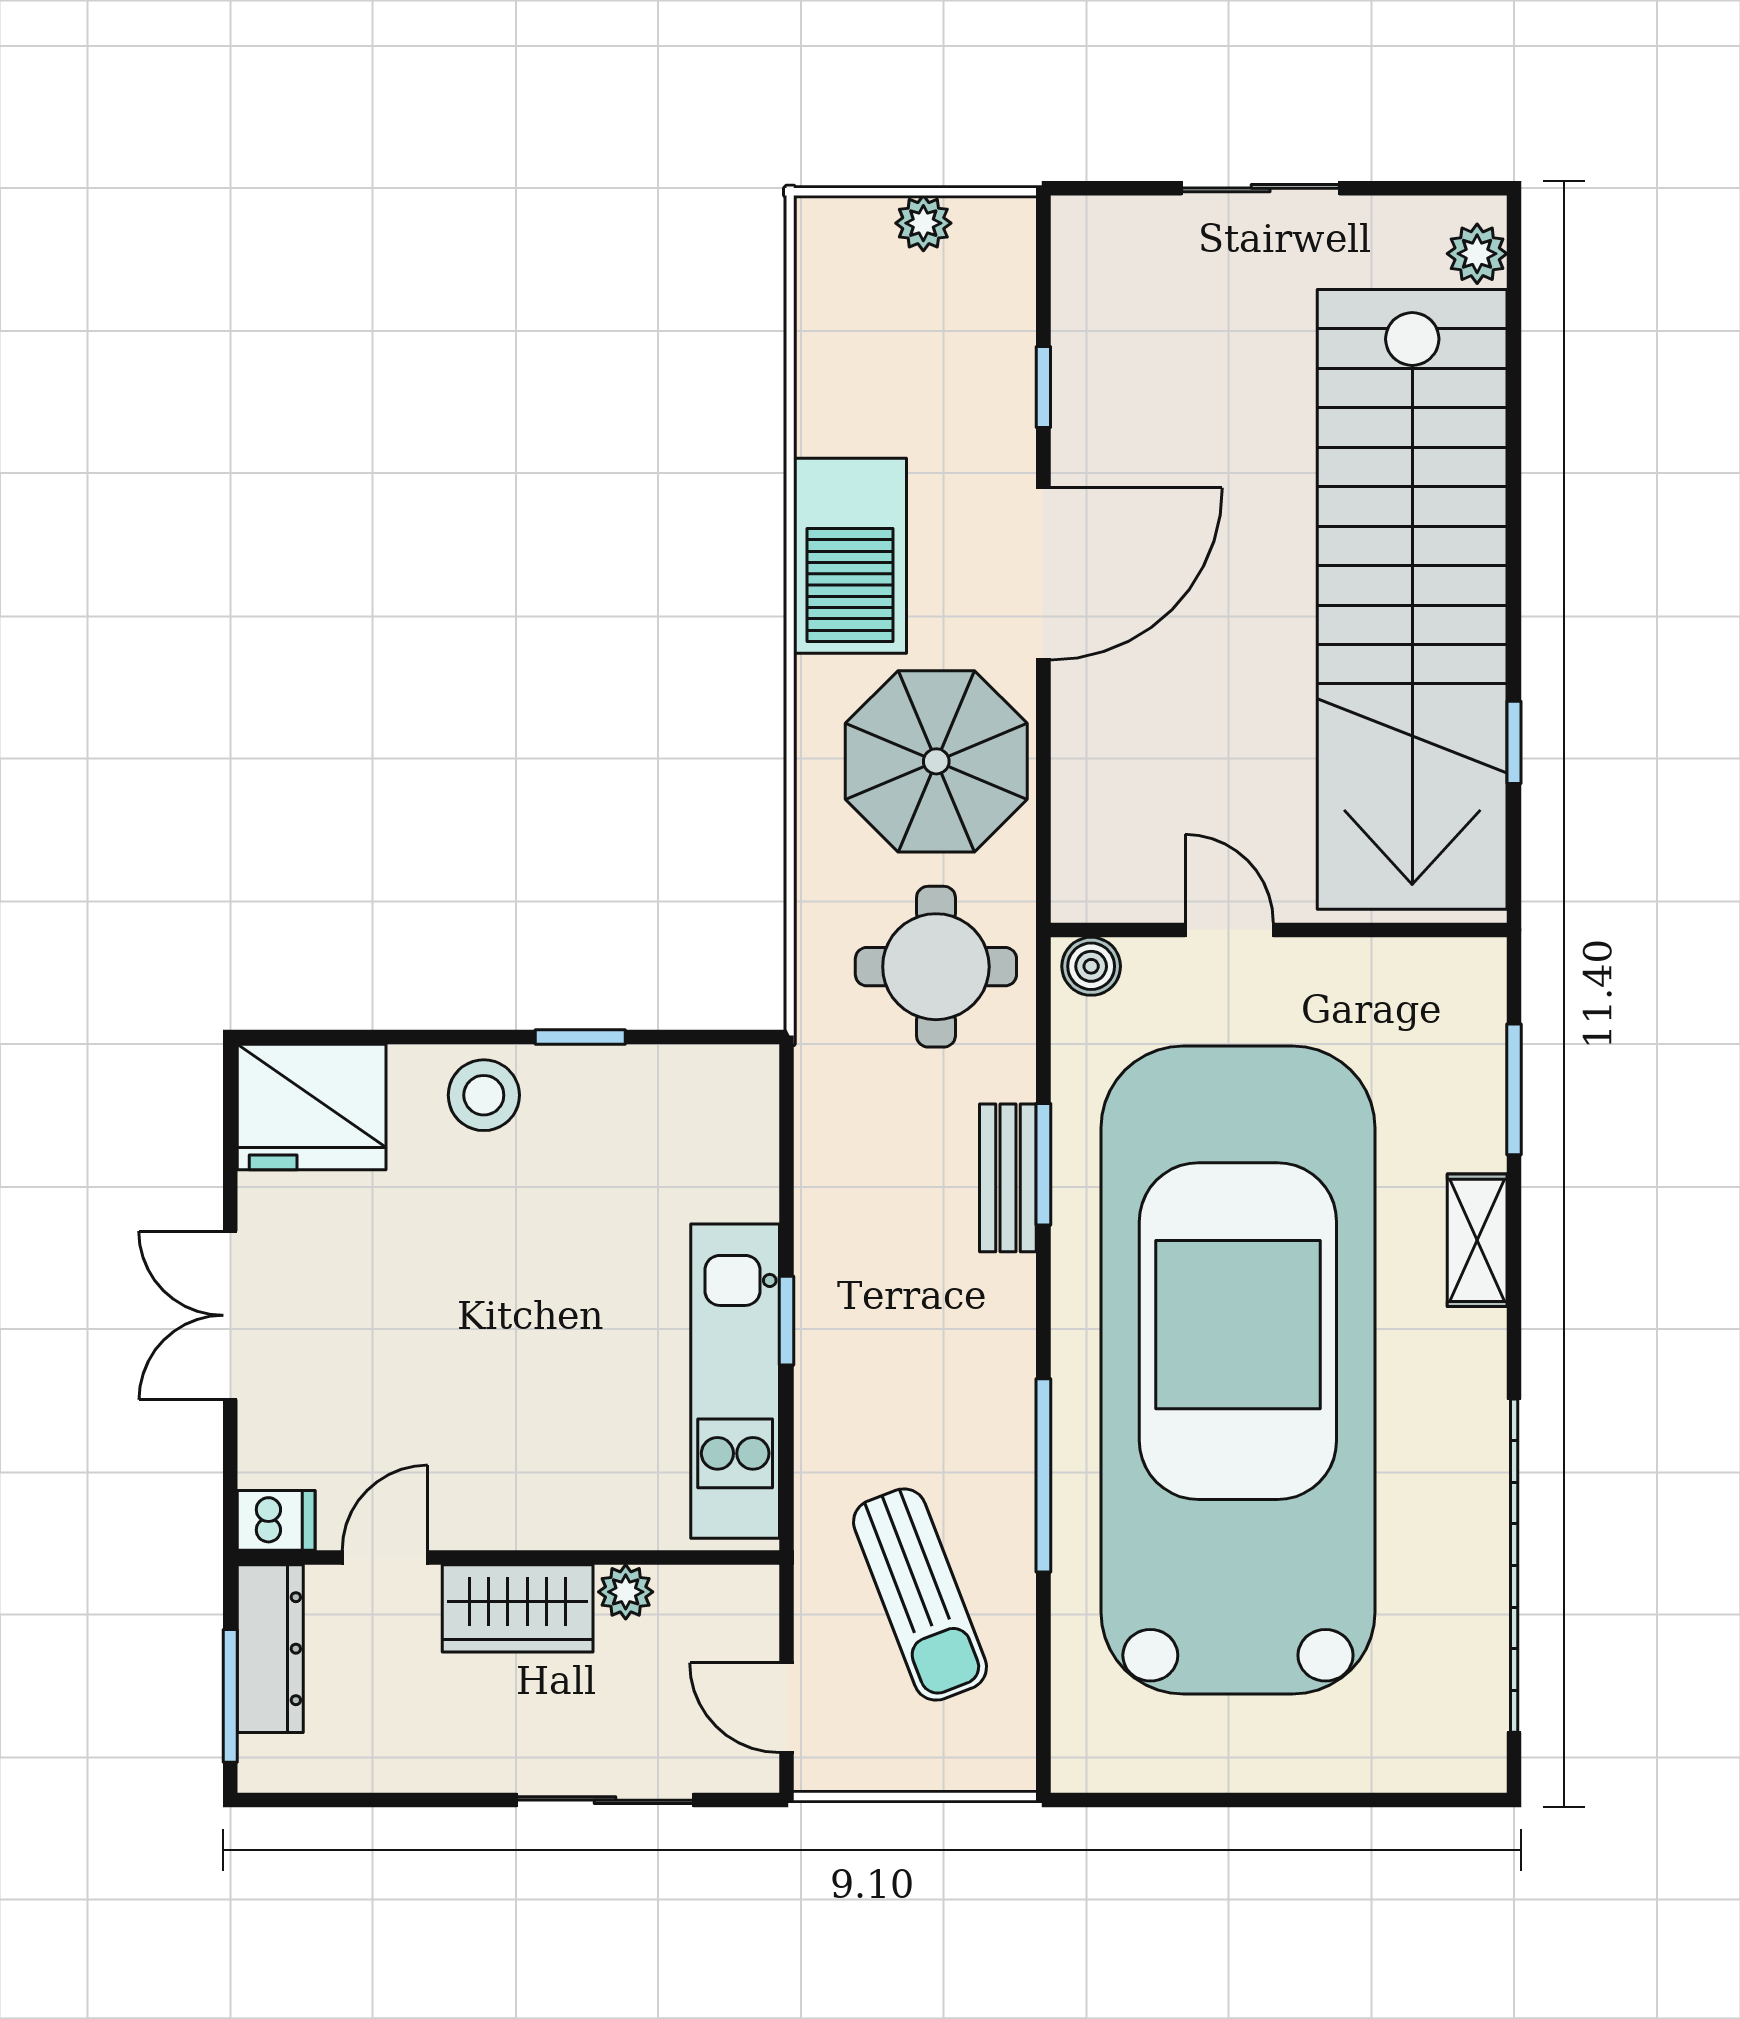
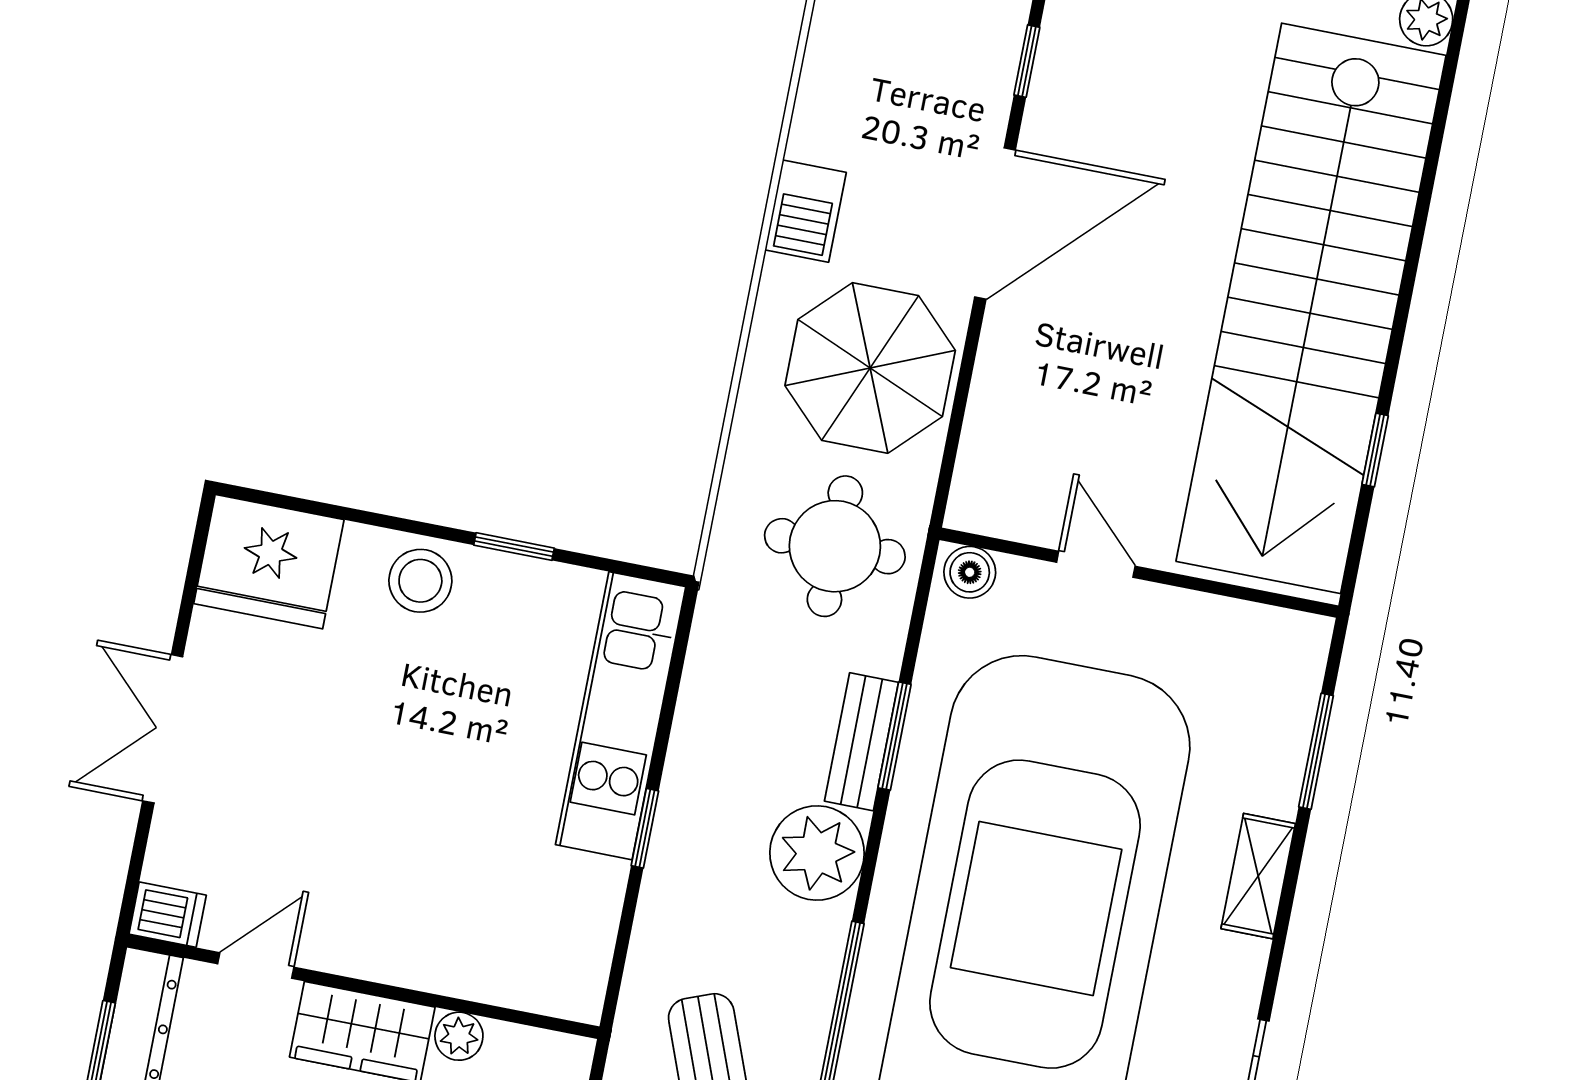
barbecue: (850, 556) -> (806, 211), width x0.53, depth x0.65
plant: (983, 1311) -> (817, 853), added
kitchen unit: (735, 1381) -> (621, 716), moved

